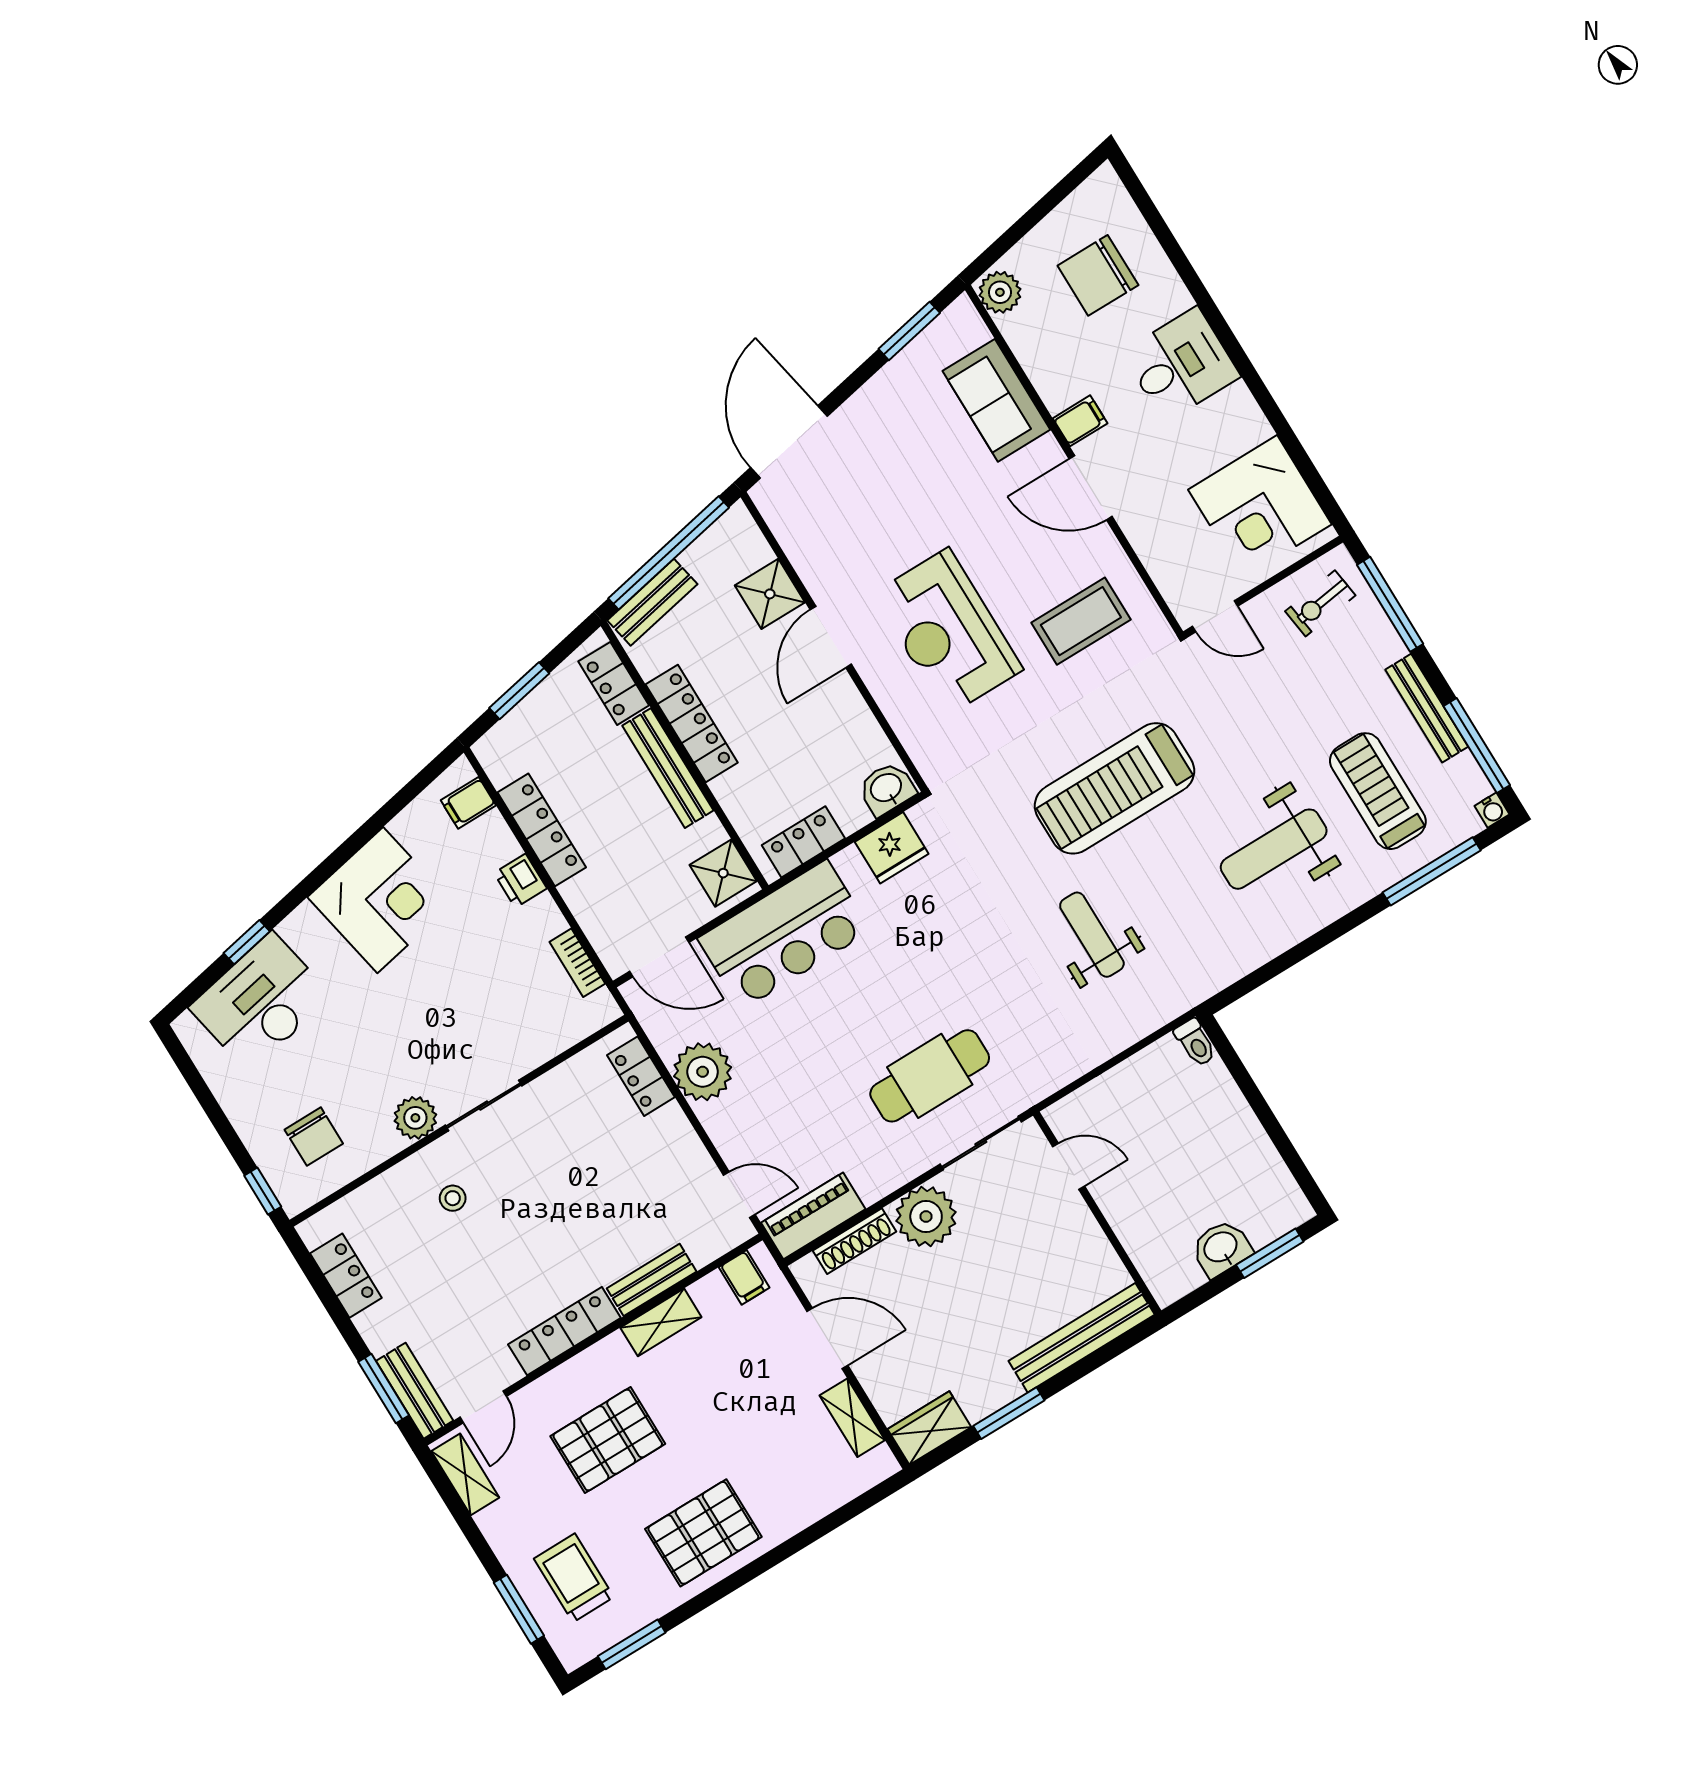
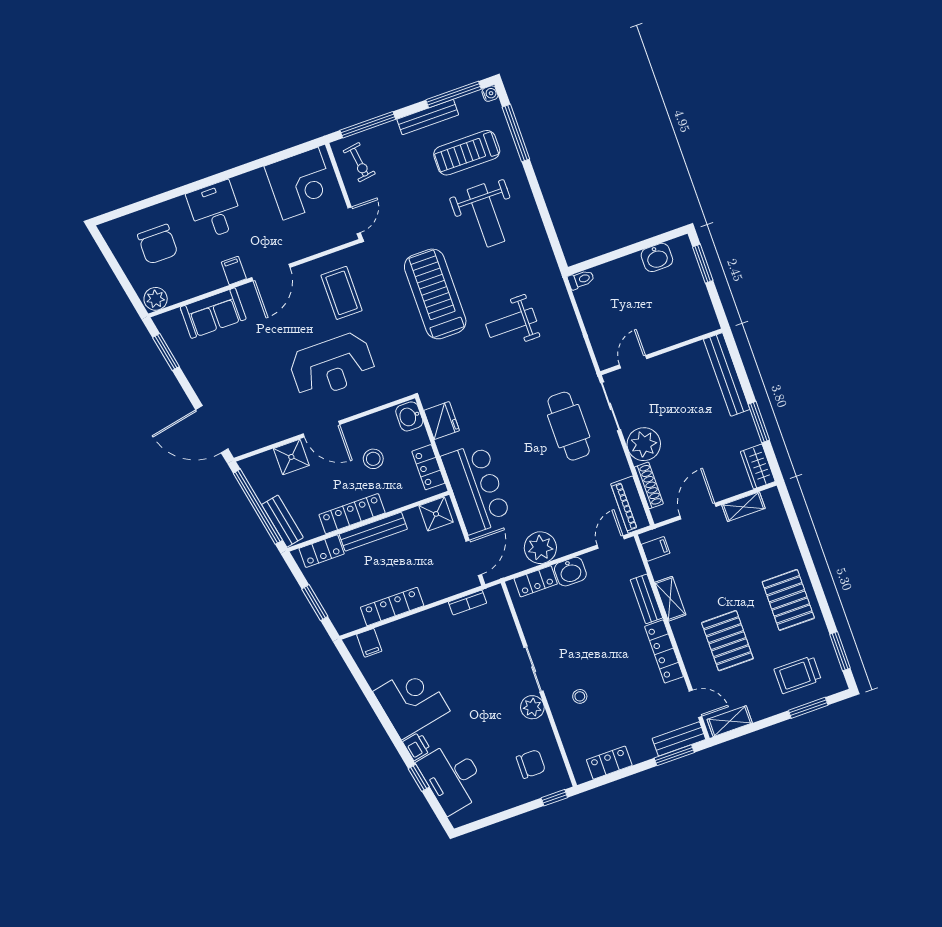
stool: (797, 740) -> (373, 459), added
treadmill: (1115, 788) -> (435, 294), turned 180
printer: (520, 881) -> (417, 746), moved, turned -101
washbasin: (671, 1134) -> (570, 572), added
washbasin: (1221, 1248) -> (657, 257), moved, turned -90

